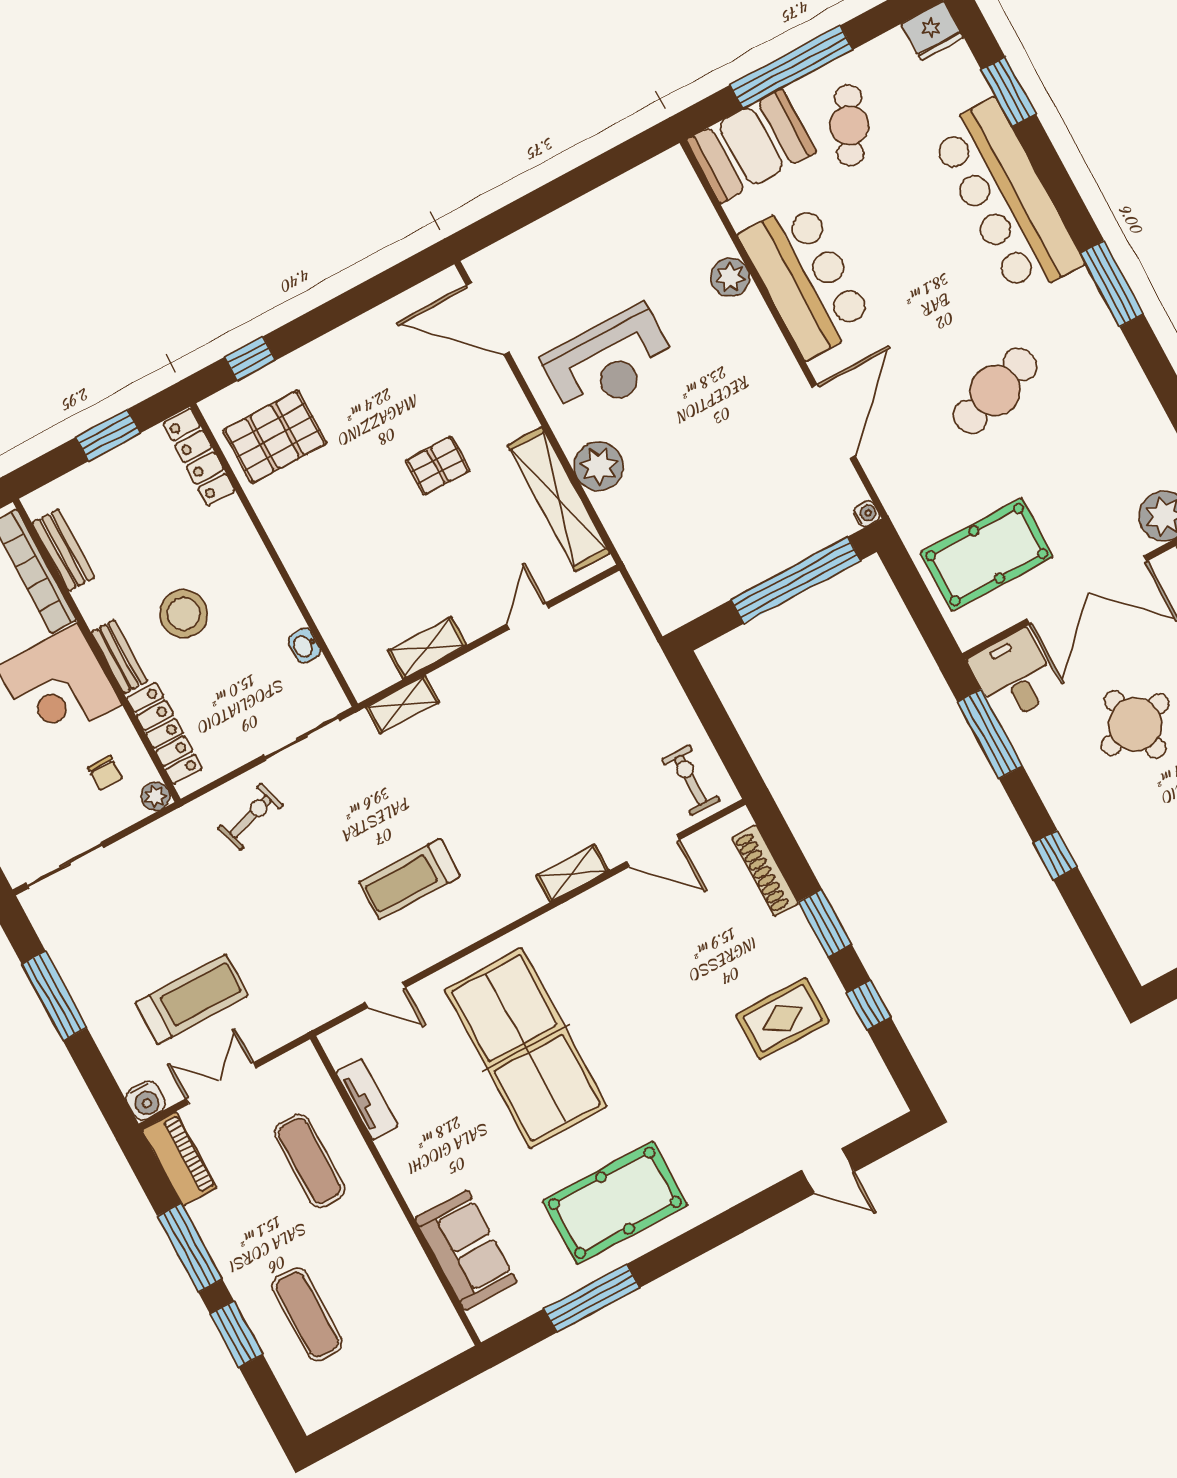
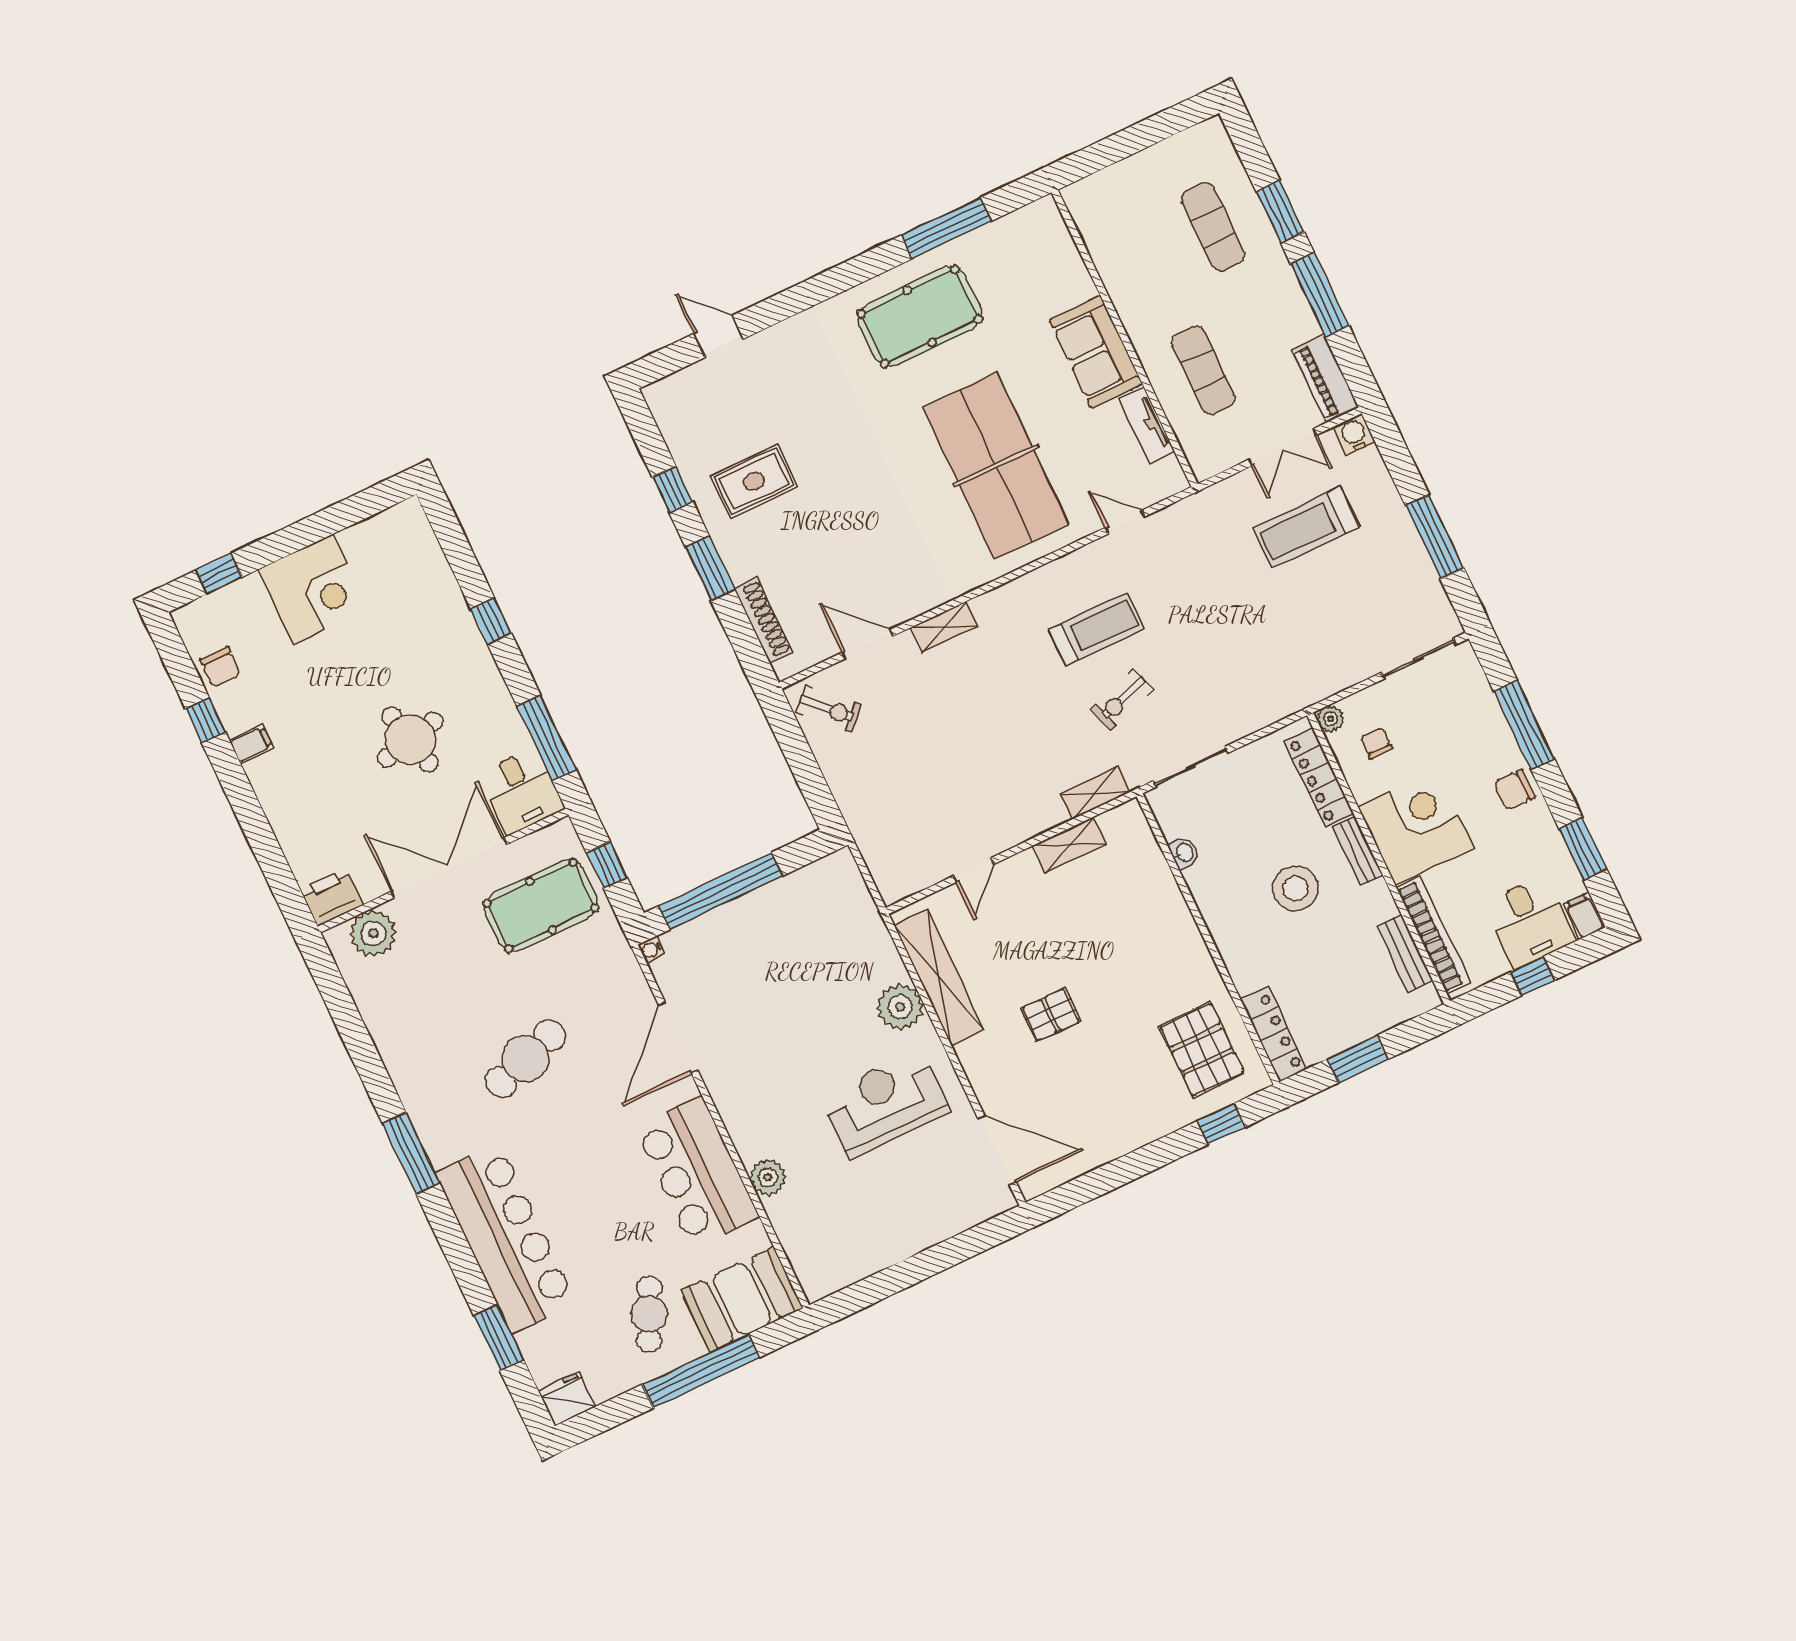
pallet: (275, 437) -> (1202, 1050), turned 90
window: (919, 601) -> (607, 865), added
exercise bike: (691, 780) -> (829, 709), turned -45
exercise bike: (251, 817) -> (1122, 700), moved
sofa: (466, 1250) -> (1096, 352), moved

